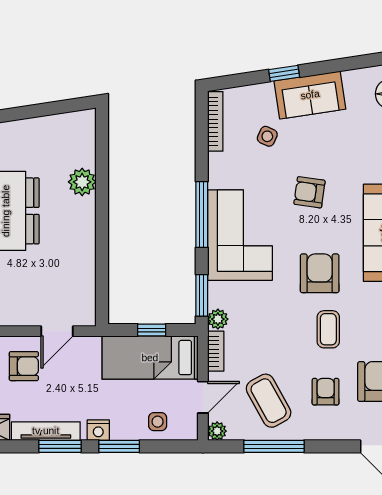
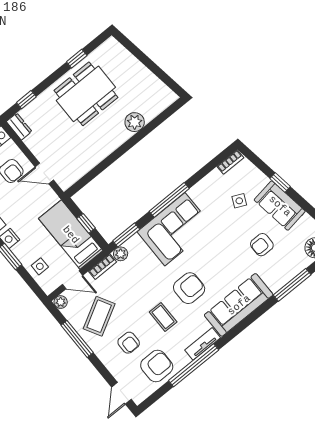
bookcase: (215, 121) -> (230, 162), width x0.64
armchair: (309, 192) -> (262, 245), moved, turned -98
coffee table: (328, 329) -> (163, 317), turned 90
armchair: (326, 392) -> (129, 343), turned 90

